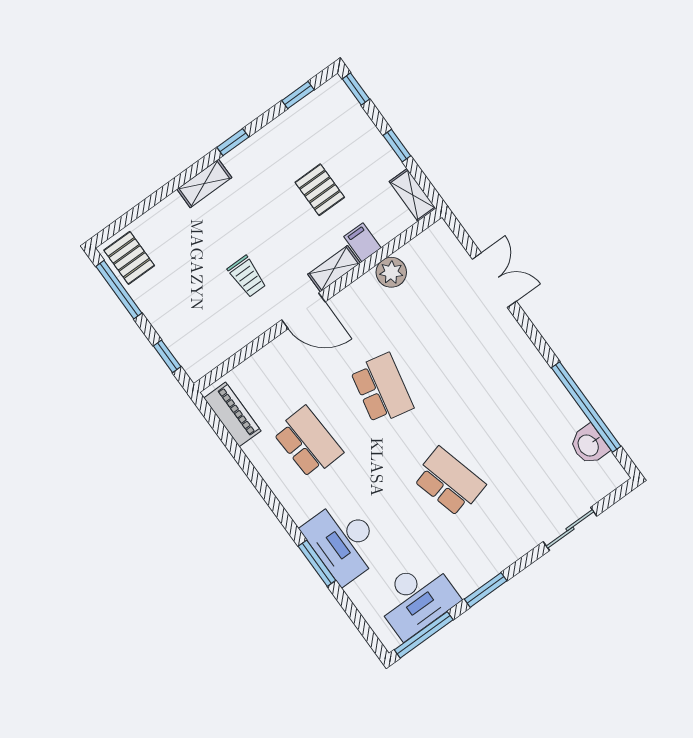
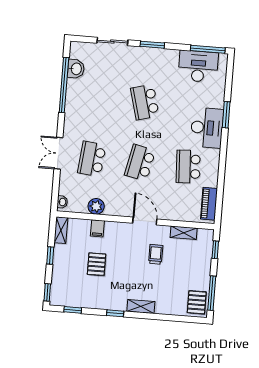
washbasin: (445, 237) -> (62, 202), added
shelving: (334, 269) -> (184, 233), moved
double door: (494, 280) -> (58, 153), moved
school desk: (456, 335) -> (92, 159), added
desk: (343, 541) -> (207, 128), moved
window: (486, 590) -> (152, 45), moved

